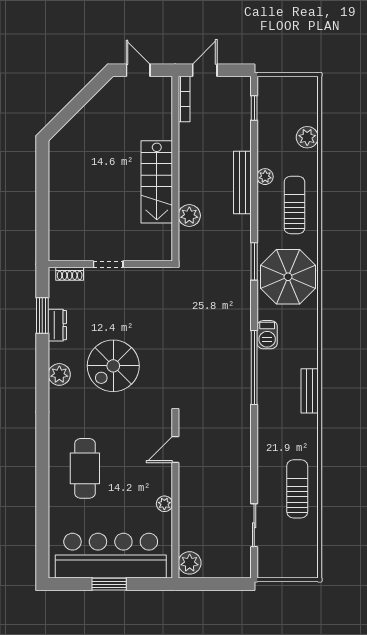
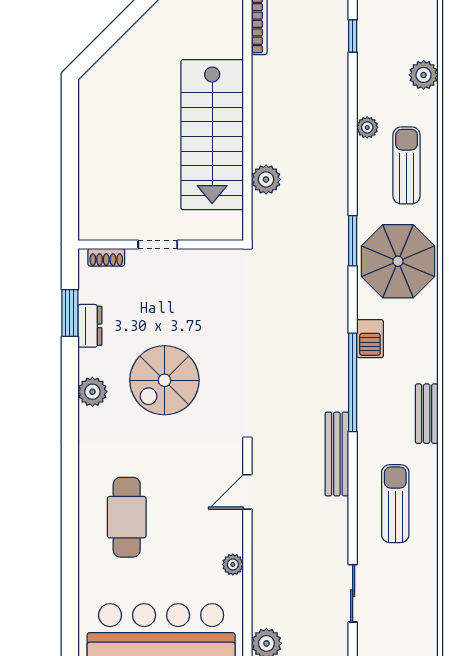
stairs: (157, 182) -> (212, 135), width x1.36, depth x1.51
bench: (242, 183) -> (337, 454), moved
sun lounger: (297, 489) -> (395, 504), moved

